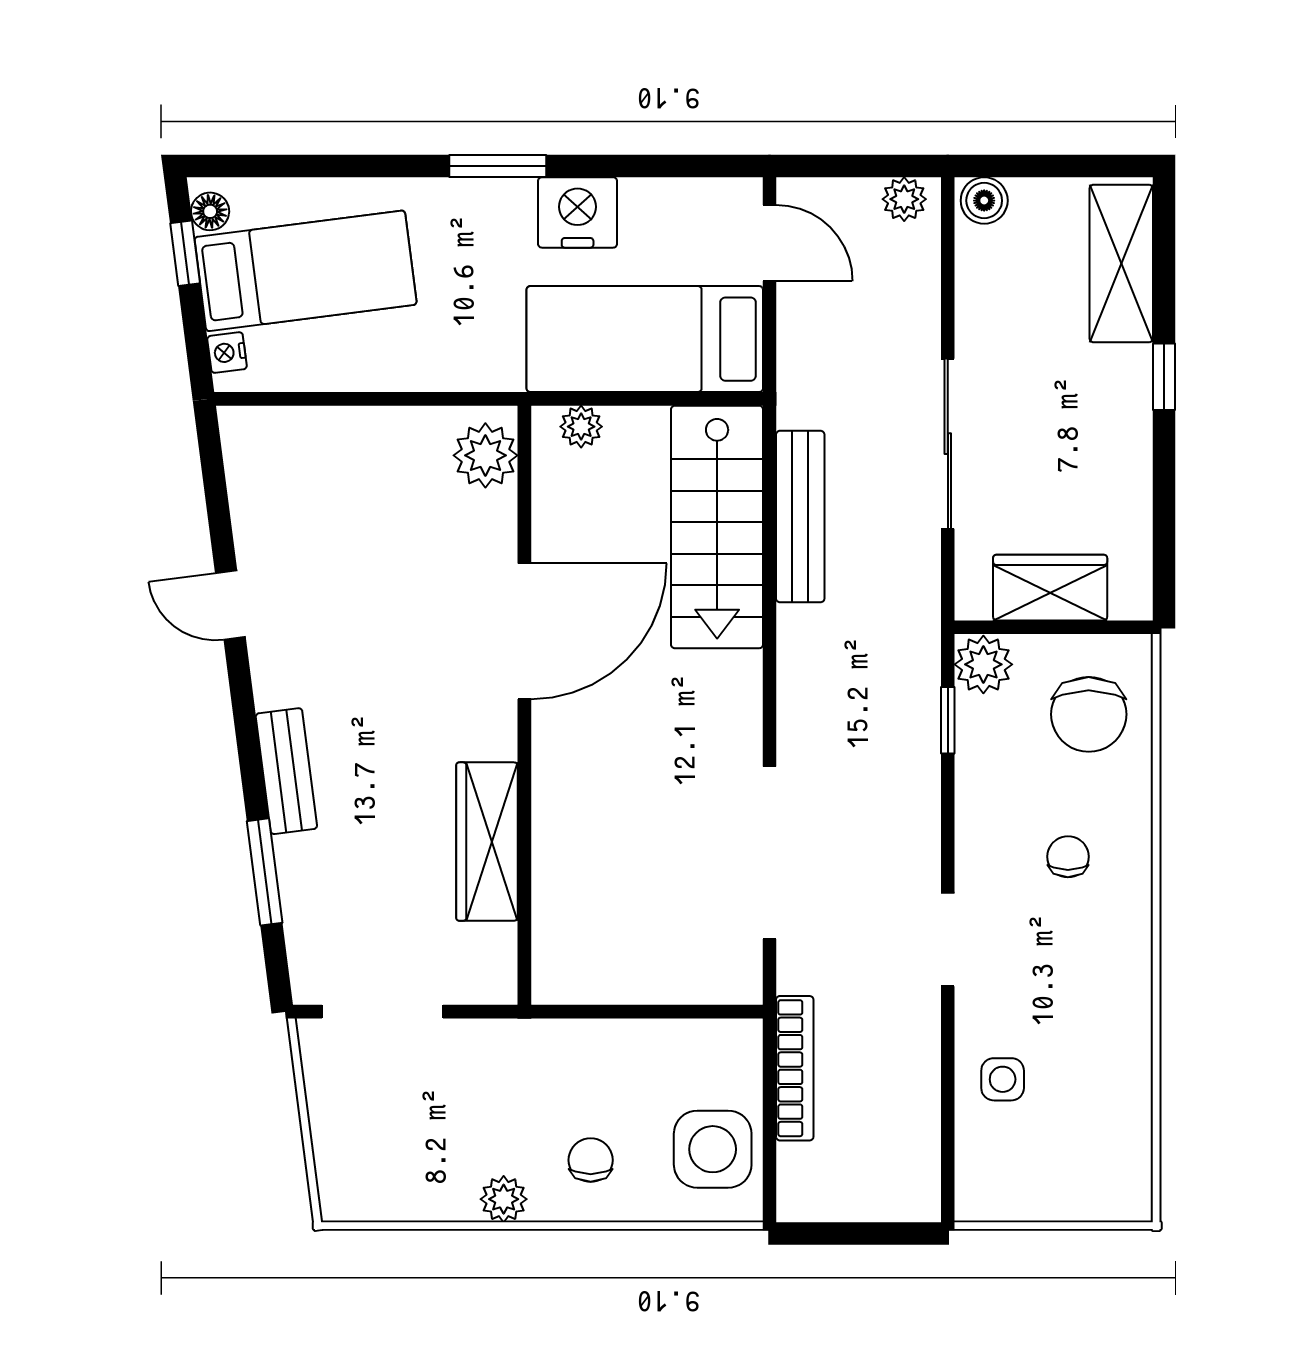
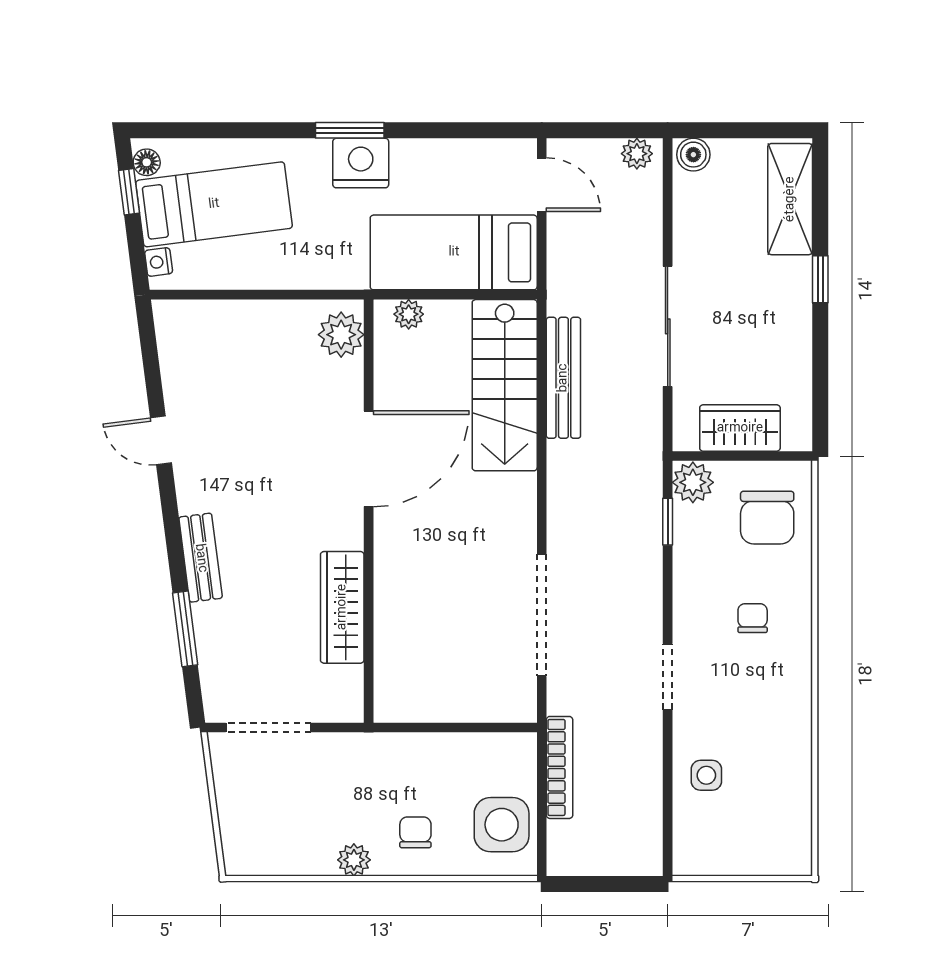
nightstand: (578, 212) -> (361, 163), moved

